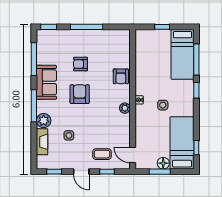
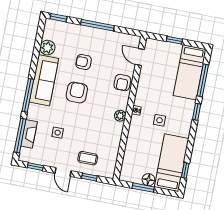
window: (34, 59) -> (20, 135), moved
sofa: (46, 82) -> (44, 80), width x1.36
plant: (44, 121) -> (47, 48), moved
door: (133, 155) -> (140, 57), moved

